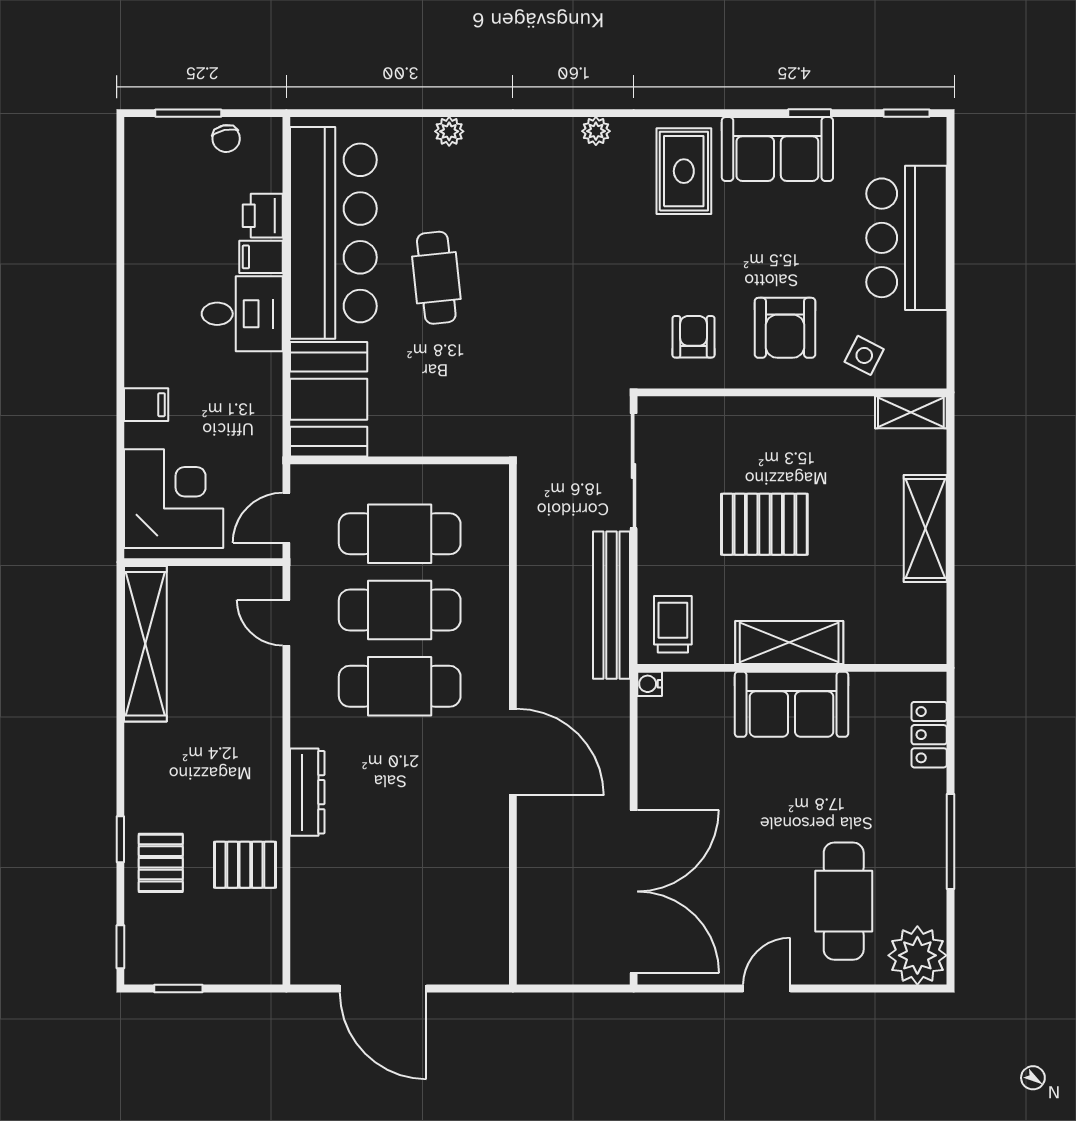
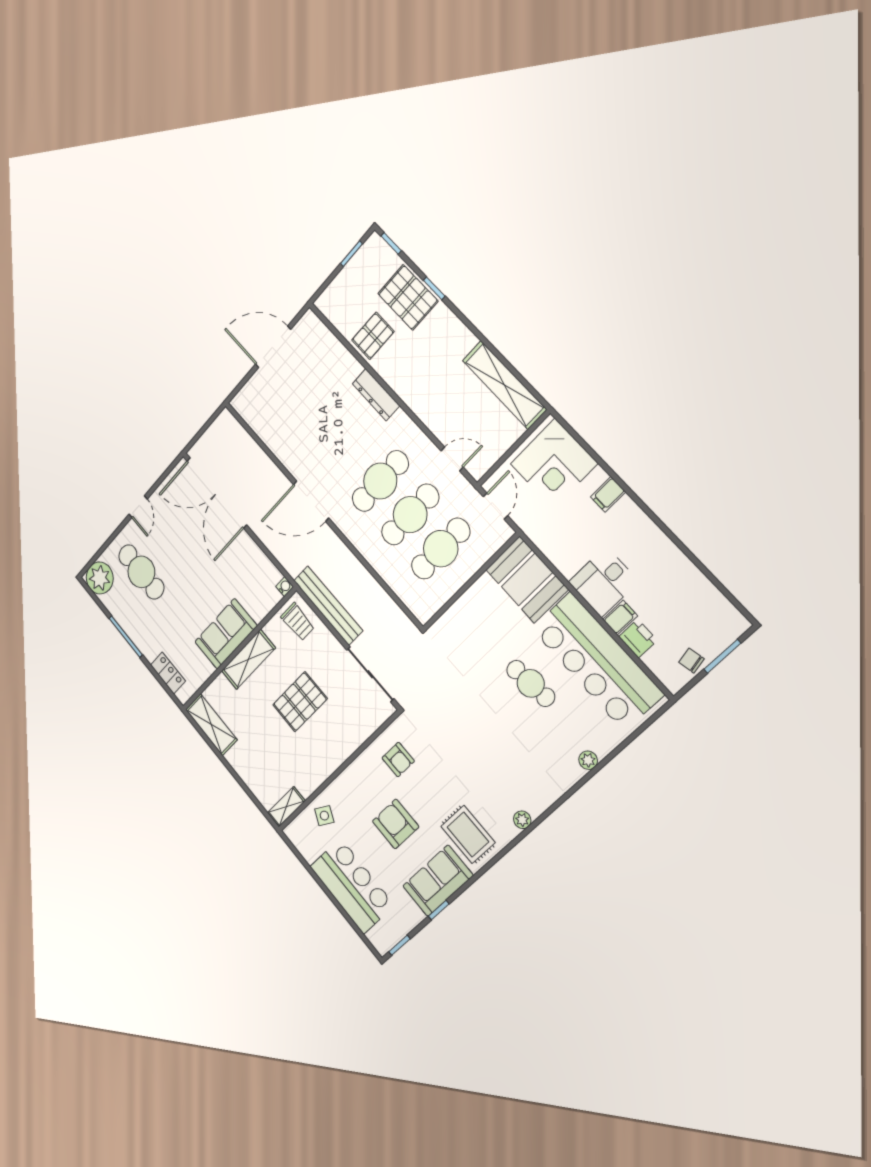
armchair: (785, 328) -> (396, 824), moved
shelving: (925, 529) -> (211, 725), moved
pallet: (161, 863) -> (408, 297), width x1.50, depth x1.42

